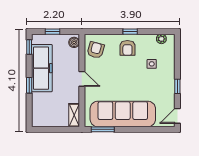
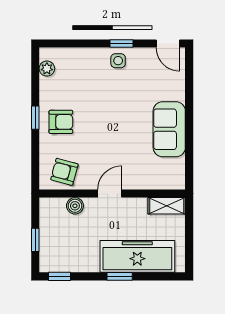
boiler: (74, 42) -> (75, 206), moved
side table: (152, 64) -> (118, 61), moved
freezer: (42, 68) -> (137, 256), moved
sofa: (123, 114) -> (169, 129), width x0.54, depth x0.79
window: (103, 129) -> (189, 161), removed

